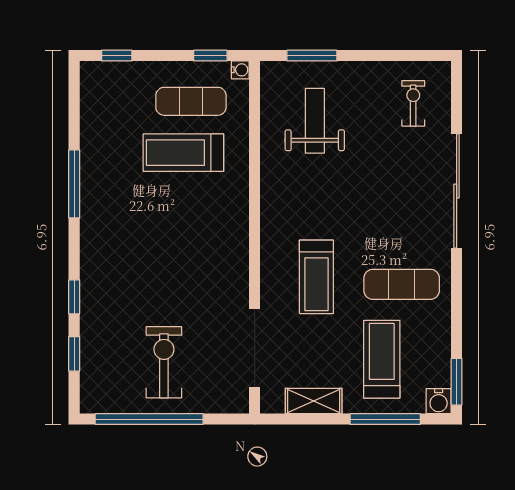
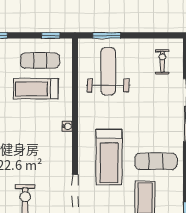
water cooler: (240, 70) -> (67, 126), moved
weight bench: (315, 121) -> (108, 71), width x1.36, depth x1.33
treadmill: (316, 277) -> (109, 157), width x1.37, depth x1.38

